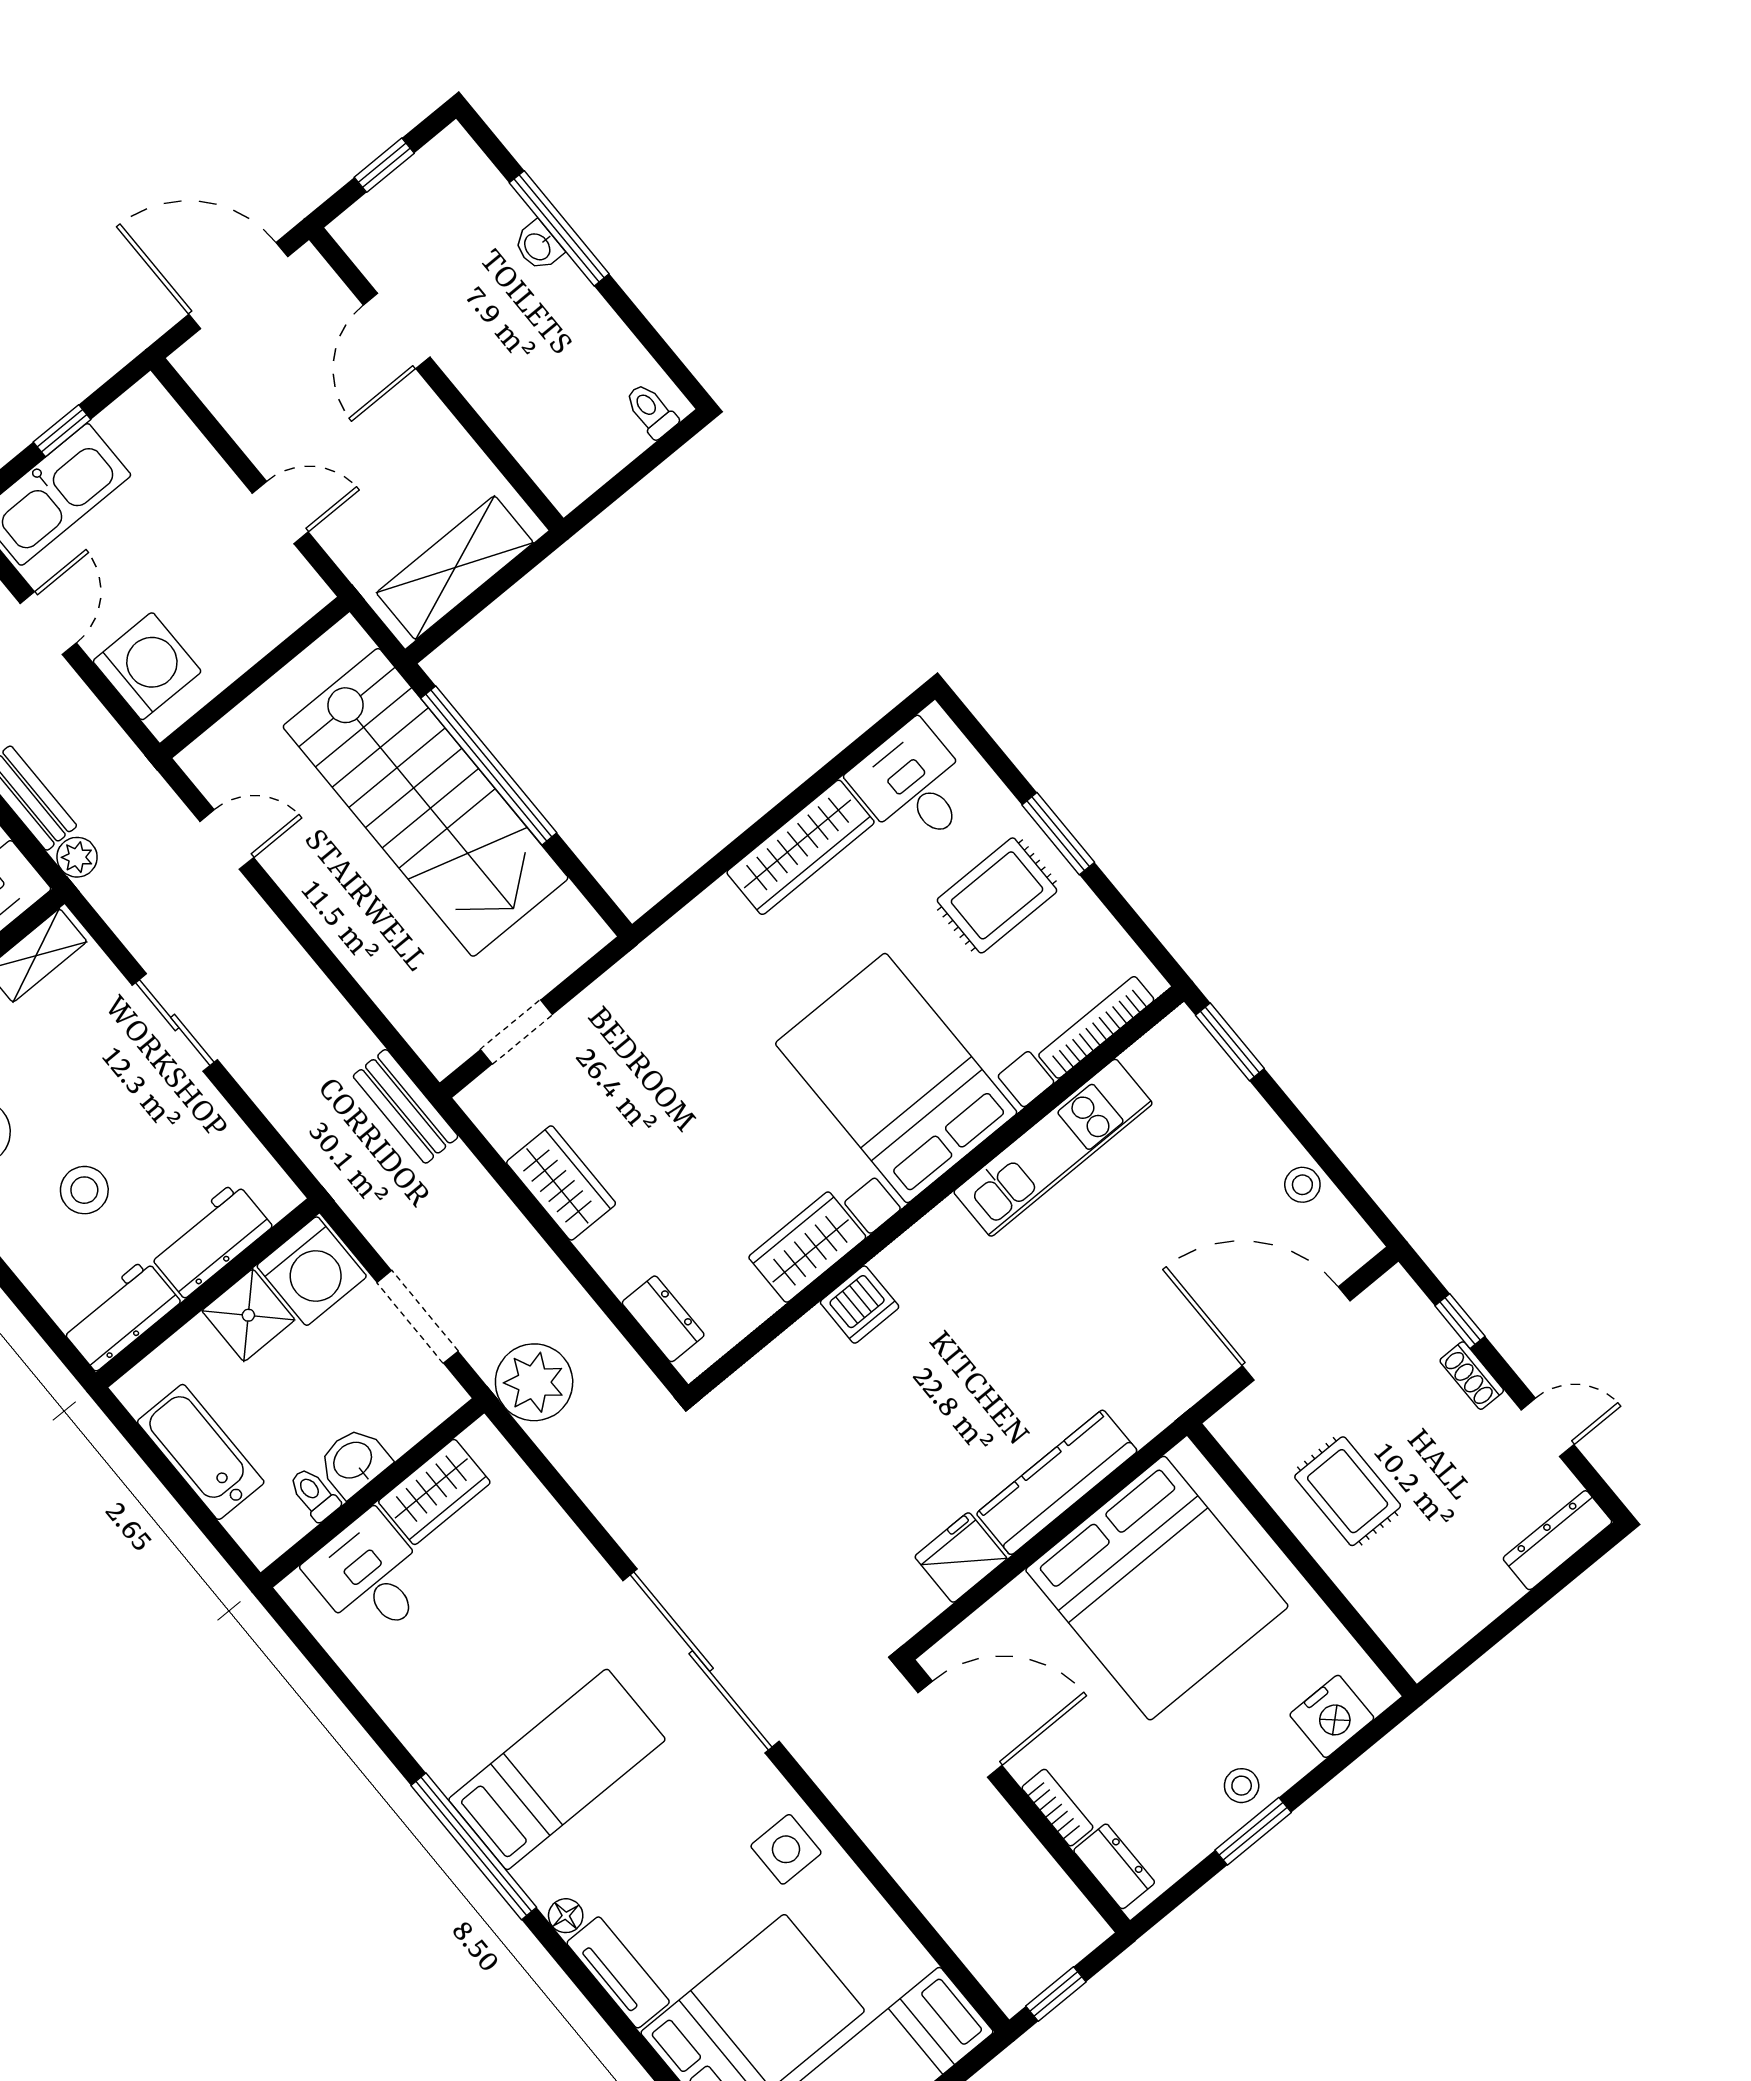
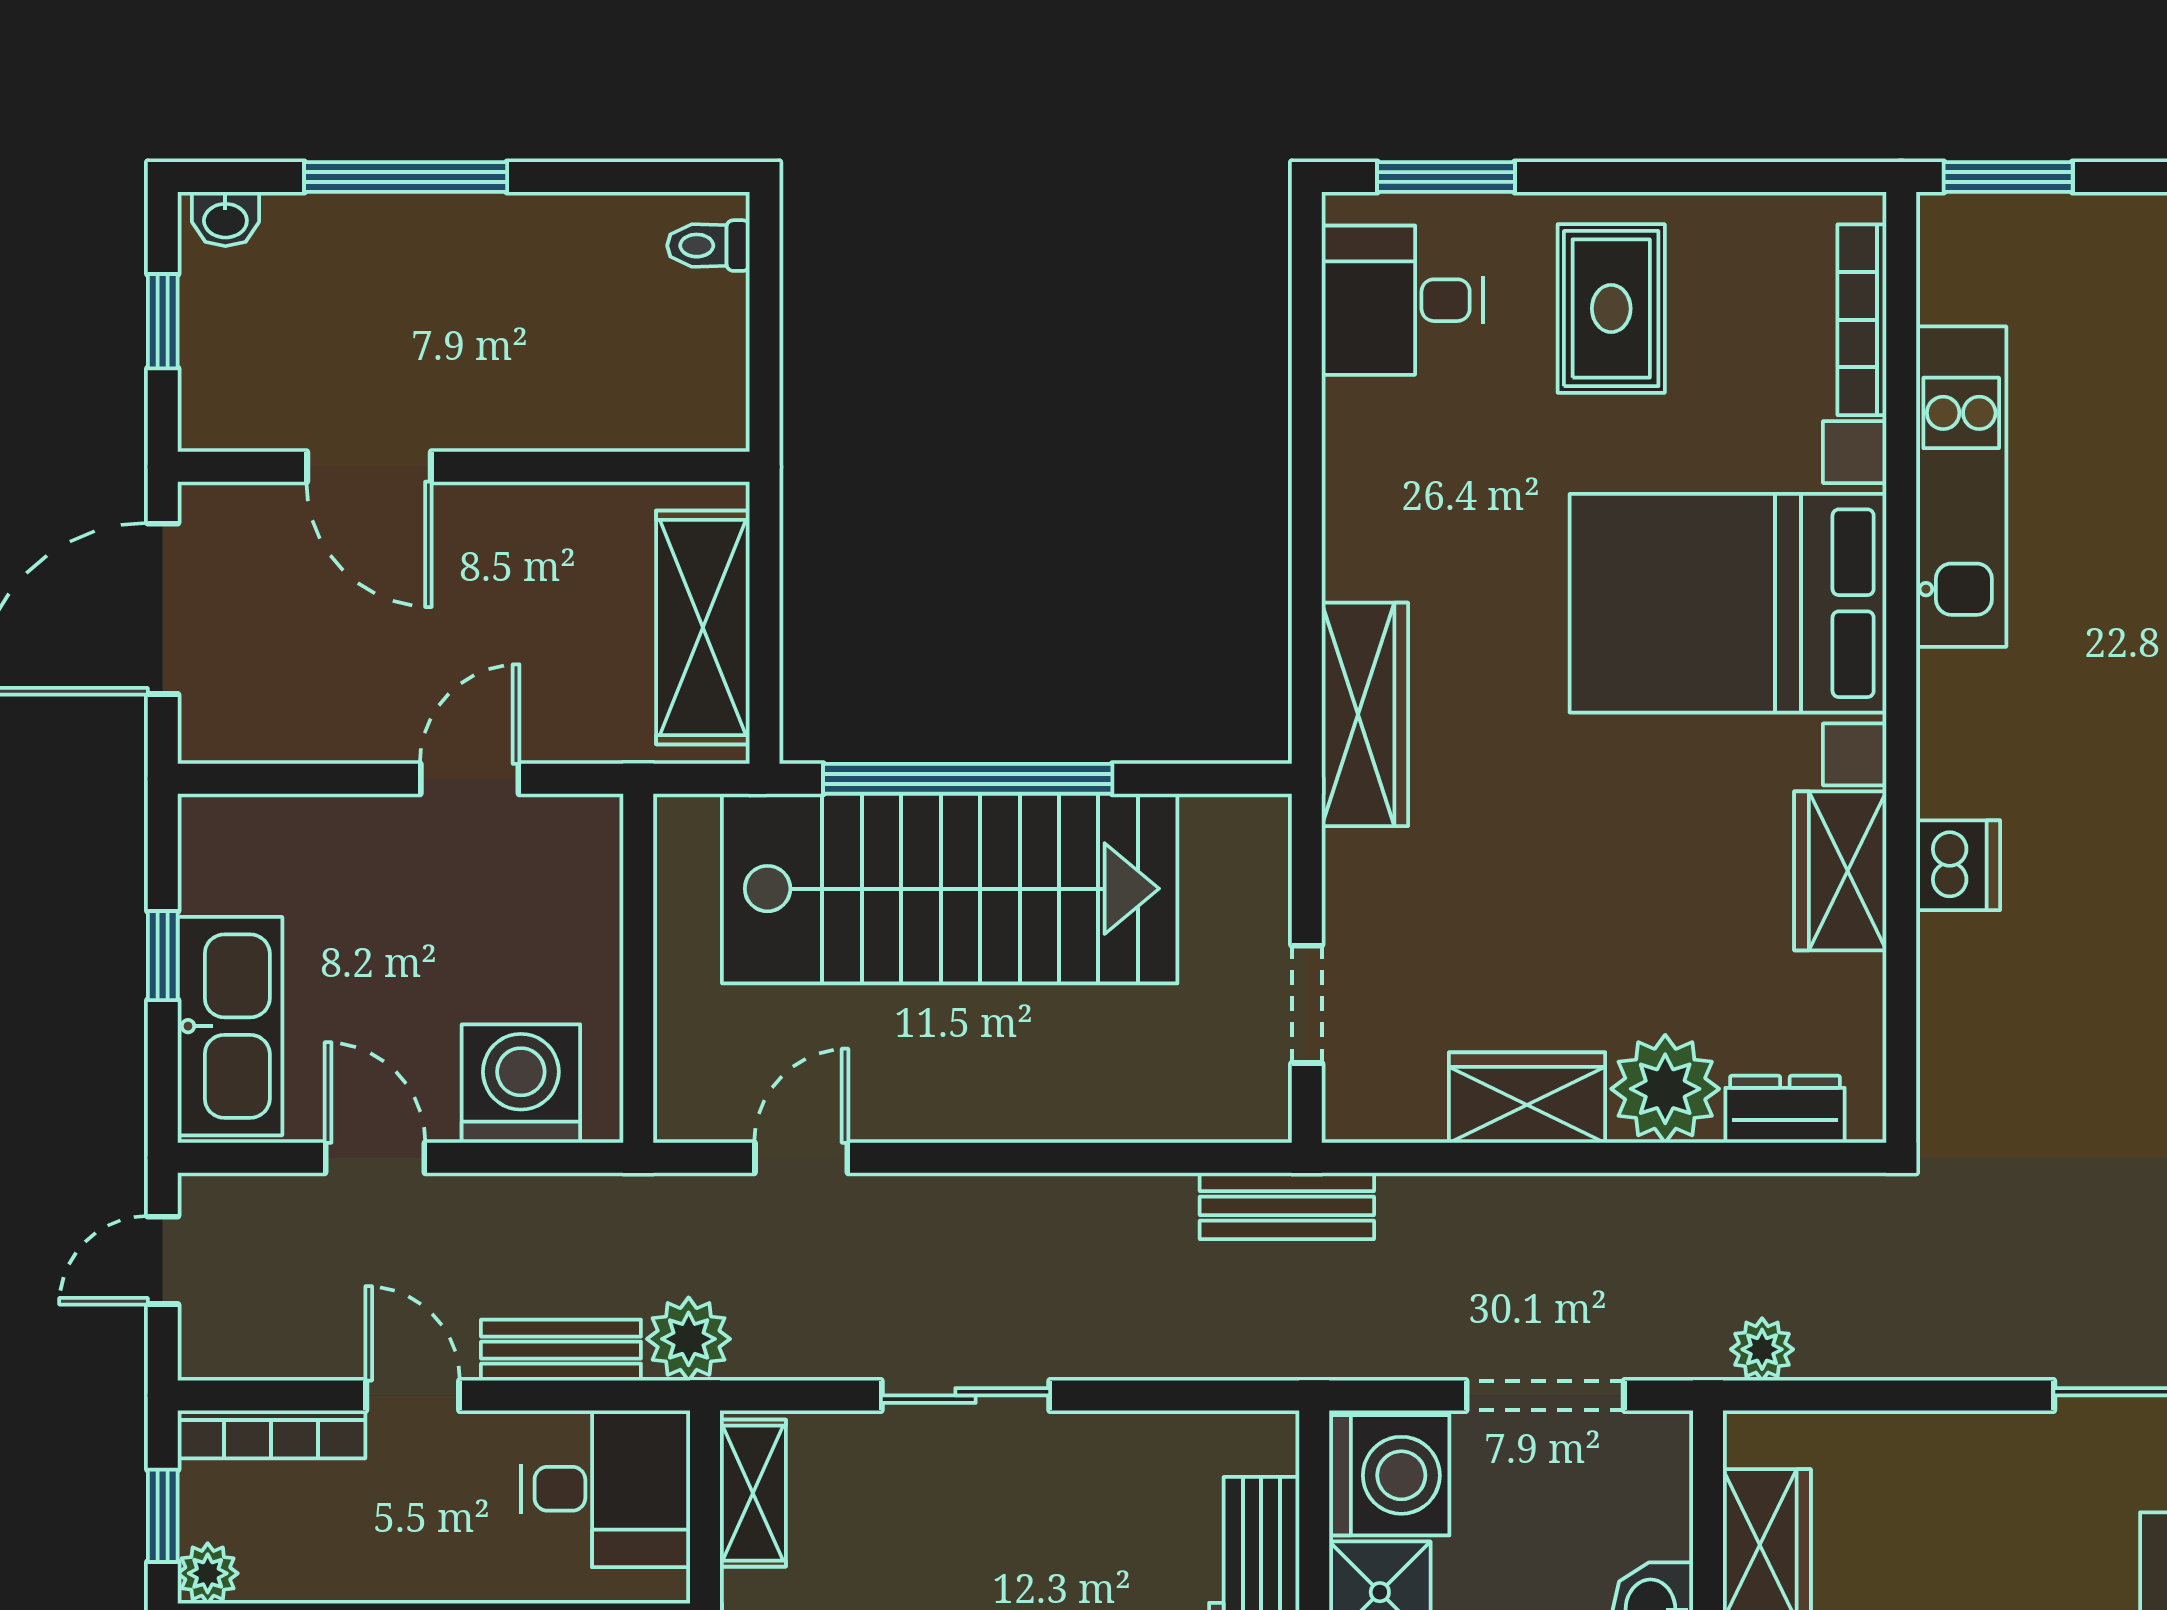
washbasin: (538, 246) -> (225, 219), moved
window: (1058, 834) -> (1446, 177), moved
wardrobe: (801, 847) -> (1365, 714), moved
plant: (77, 857) -> (689, 1339), width x1.38, depth x1.38
plant: (623, 1249) -> (1665, 1089), added
plant: (534, 1382) -> (1762, 1349), width x0.53, depth x0.53

